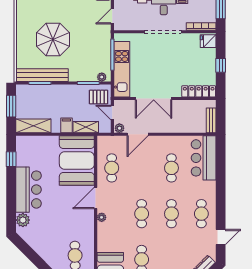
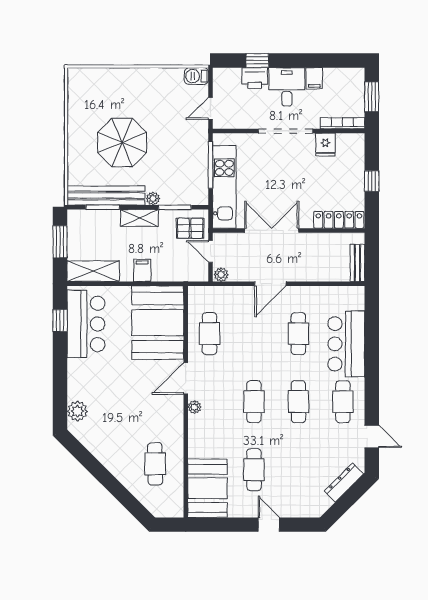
fridge: (208, 41) -> (325, 145), moved, turned -90
plant: (102, 77) -> (153, 199), moved
double door: (154, 99) -> (272, 230), swing flipped
shelving: (86, 127) -> (139, 218), moved
door: (138, 134) -> (270, 284), moved
bar counter: (204, 158) -> (346, 344), moved
bar counter: (29, 190) -> (86, 324), moved
door: (221, 237) -> (372, 436), hinge flipped

